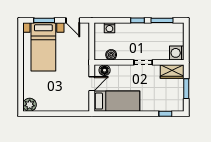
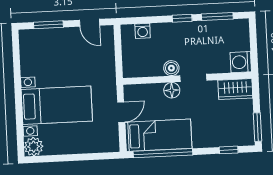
bed with nightstands: (43, 47) -> (57, 105), moved, turned -90
boiler: (111, 55) -> (171, 68), moved
floor lamp: (105, 70) -> (172, 90), moved
window: (186, 89) -> (257, 127), moved
window: (119, 114) -> (163, 153), added

